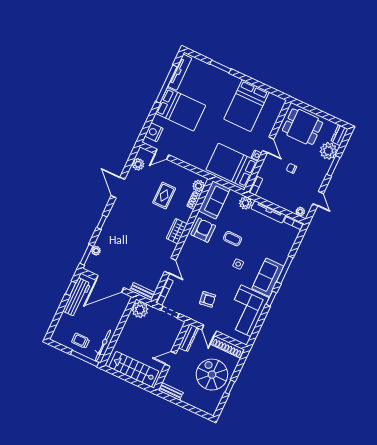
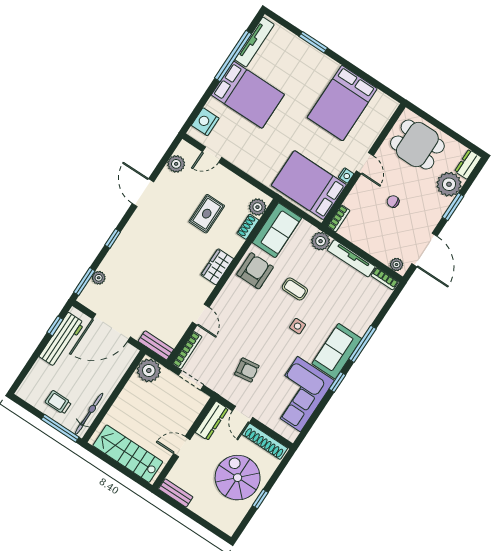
door: (318, 199) -> (424, 250), width x1.87

